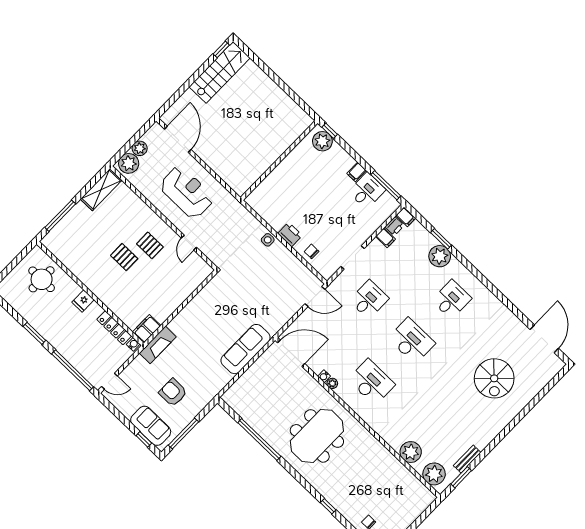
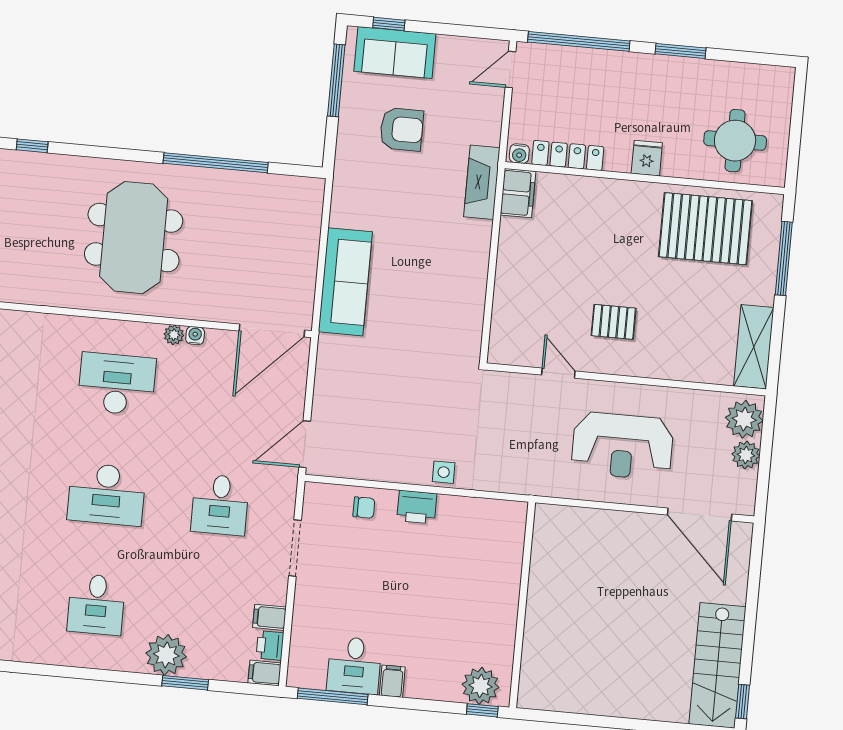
pallet: (124, 257) -> (705, 229), moved, width x2.05, depth x2.00
desk: (371, 382) -> (117, 384), turned 180

